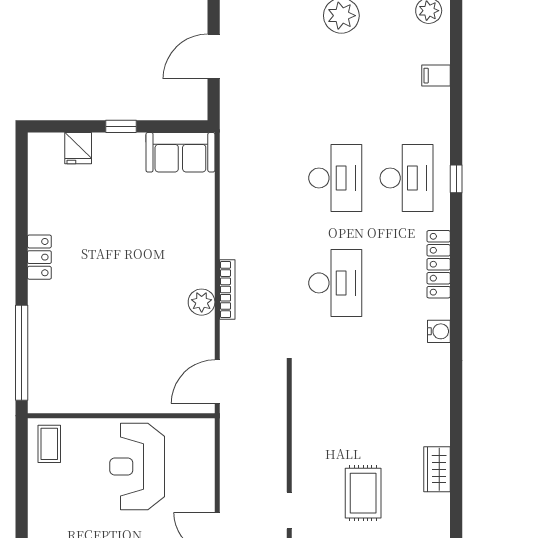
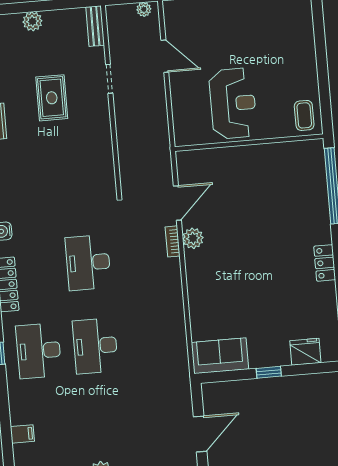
fridge: (78, 148) -> (305, 352), width x1.38
bookcase: (227, 290) -> (173, 241), width x0.64
door: (217, 382) -> (177, 203), moved

